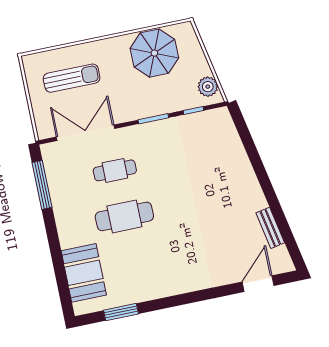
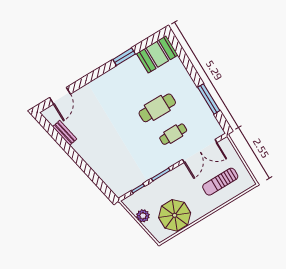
plant: (208, 87) -> (143, 216), moved
window: (42, 185) -> (209, 99), moved
booth: (84, 273) -> (157, 54), moved, turned 90
window: (121, 312) -> (124, 57), moved

